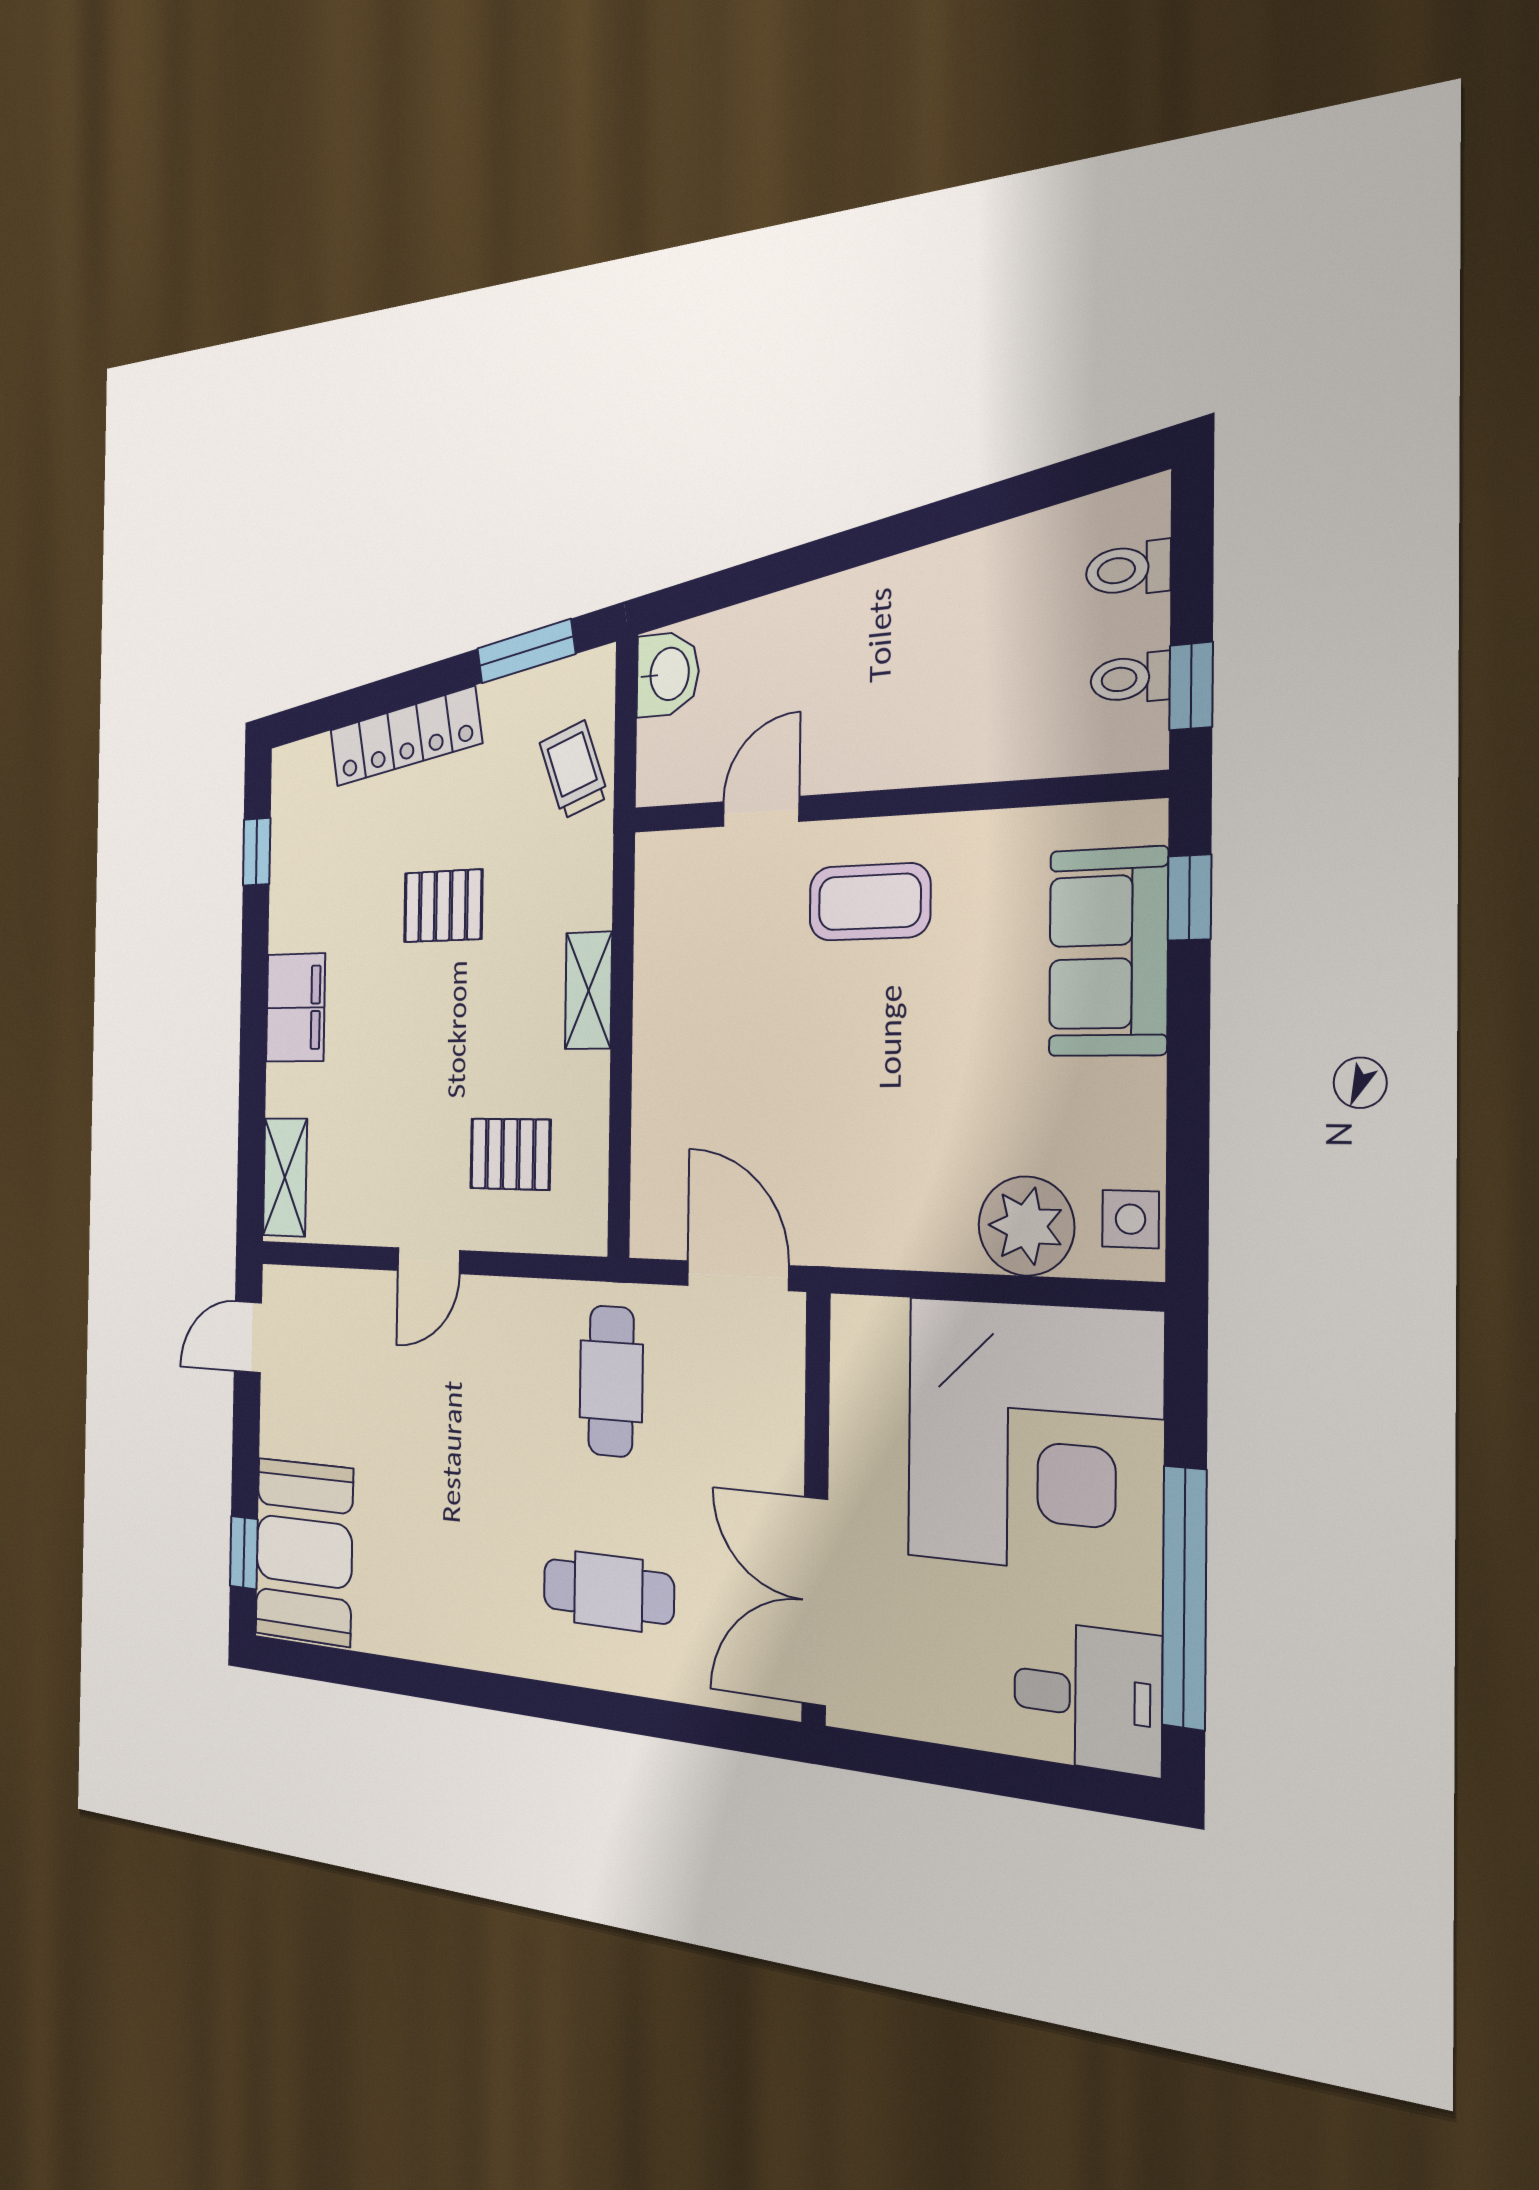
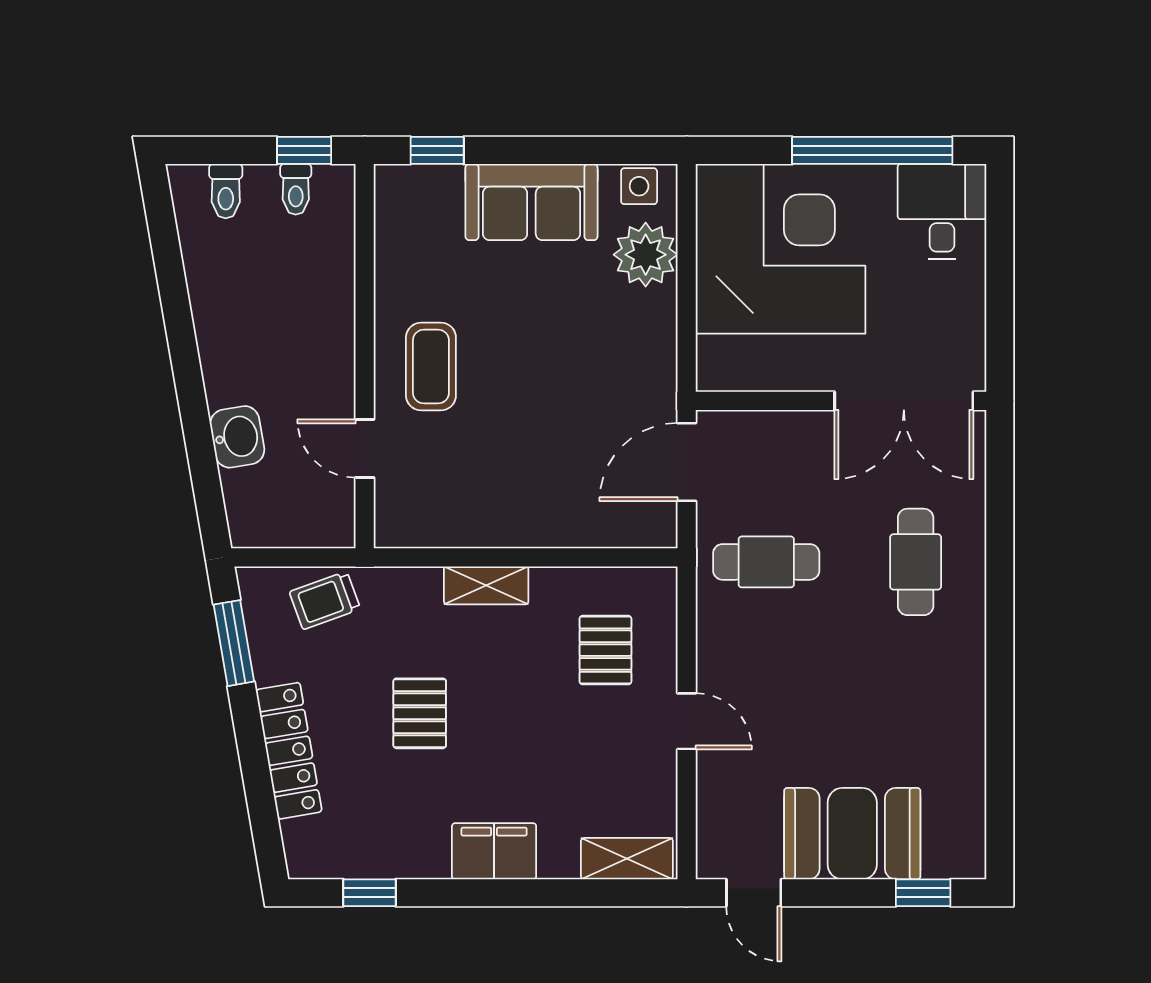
washbasin: (668, 674) -> (237, 437), moved, turned 80
sofa: (1108, 952) -> (531, 202), moved
booth: (304, 1552) -> (852, 834), moved

